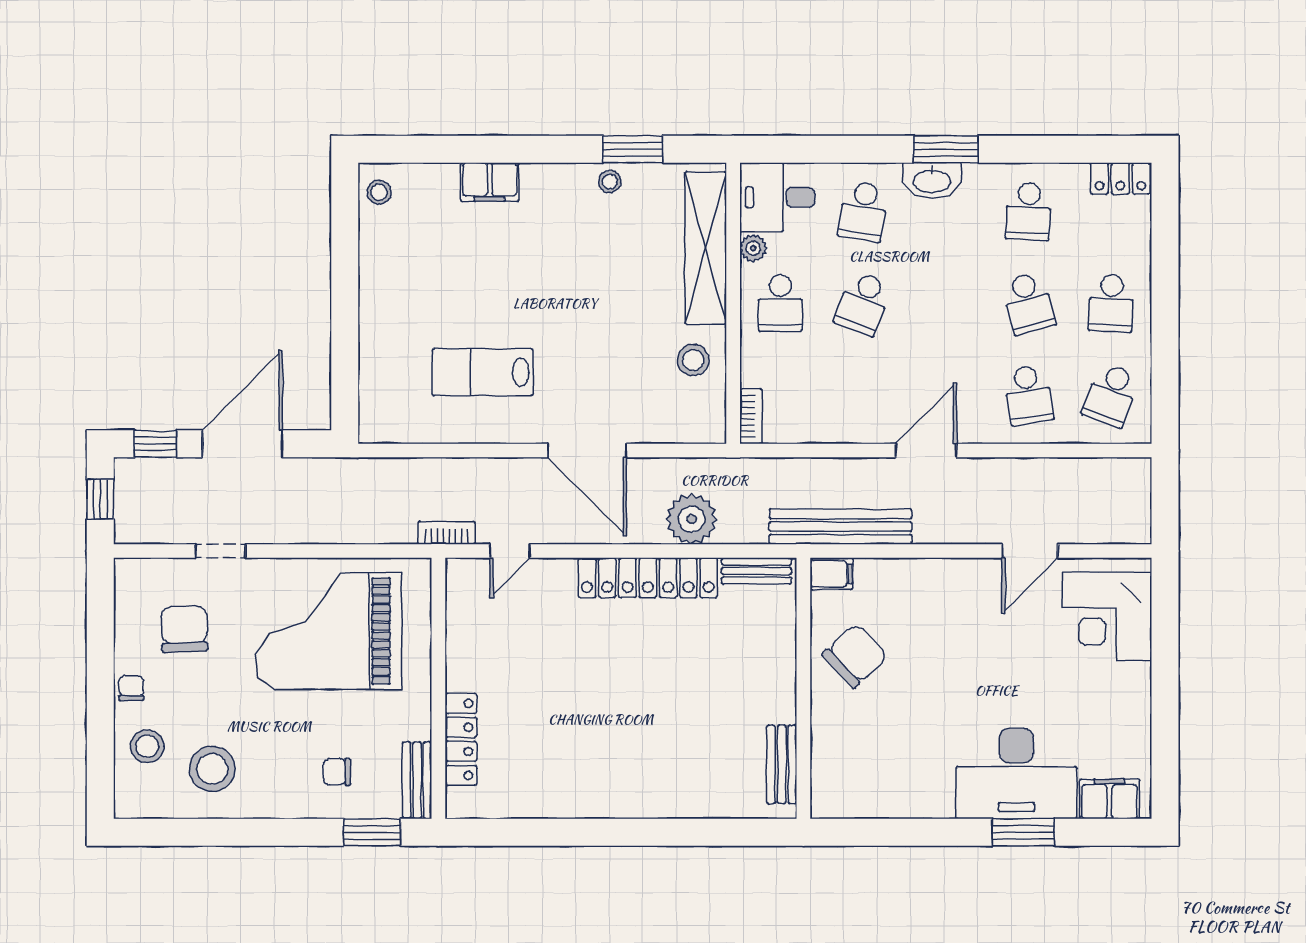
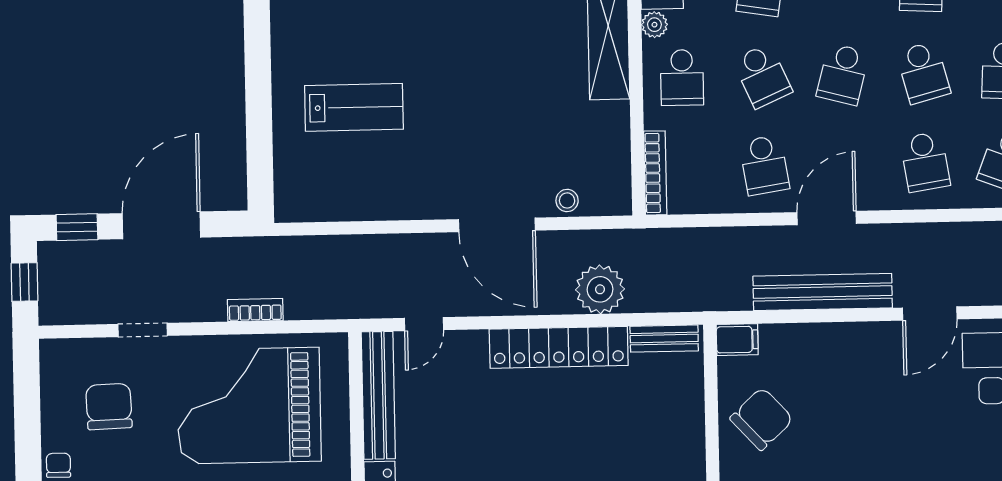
school desk: (863, 303) -> (762, 76), turned -45
school desk: (946, 303) -> (843, 74), added
stool: (693, 360) -> (567, 200), moved, width x0.73, depth x0.73
lab bench: (483, 372) -> (354, 107), moved, turned 180
school desk: (863, 395) -> (764, 165), added
bookcase: (751, 416) -> (655, 173), width x1.56
bench: (841, 527) -> (823, 292), moved
bookcase: (447, 533) -> (255, 310), moved
bench: (461, 623) -> (378, 395), added

